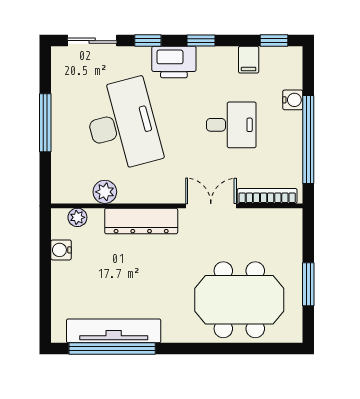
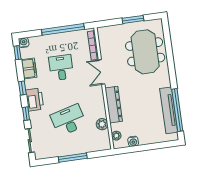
filing cabinet: (249, 60) -> (29, 68), width x2.00
water cooler: (293, 100) -> (24, 42), moved
desk: (122, 125) -> (68, 120), width x0.73, depth x0.77

